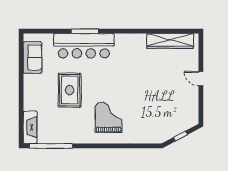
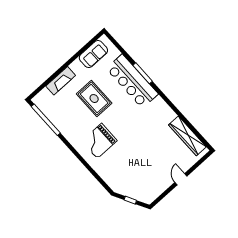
rug: (70, 90) -> (94, 99), turned 90
grand piano: (109, 117) -> (99, 141), turned 180
fireplace: (30, 127) -> (61, 81), moved

